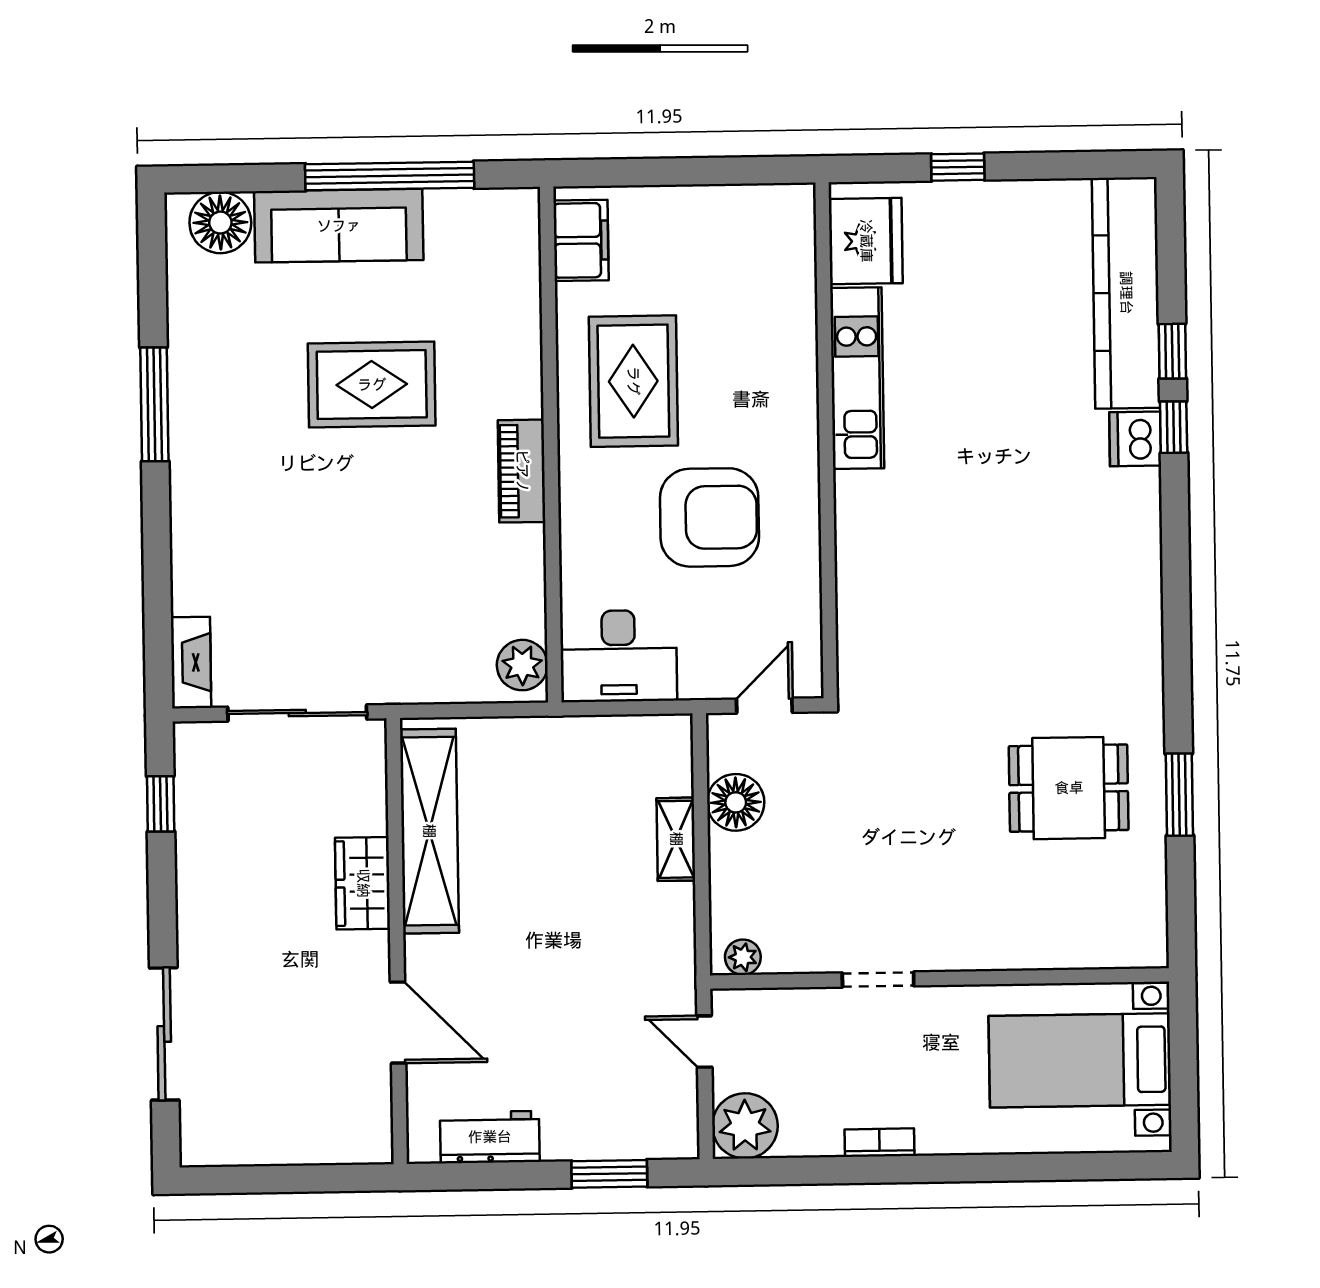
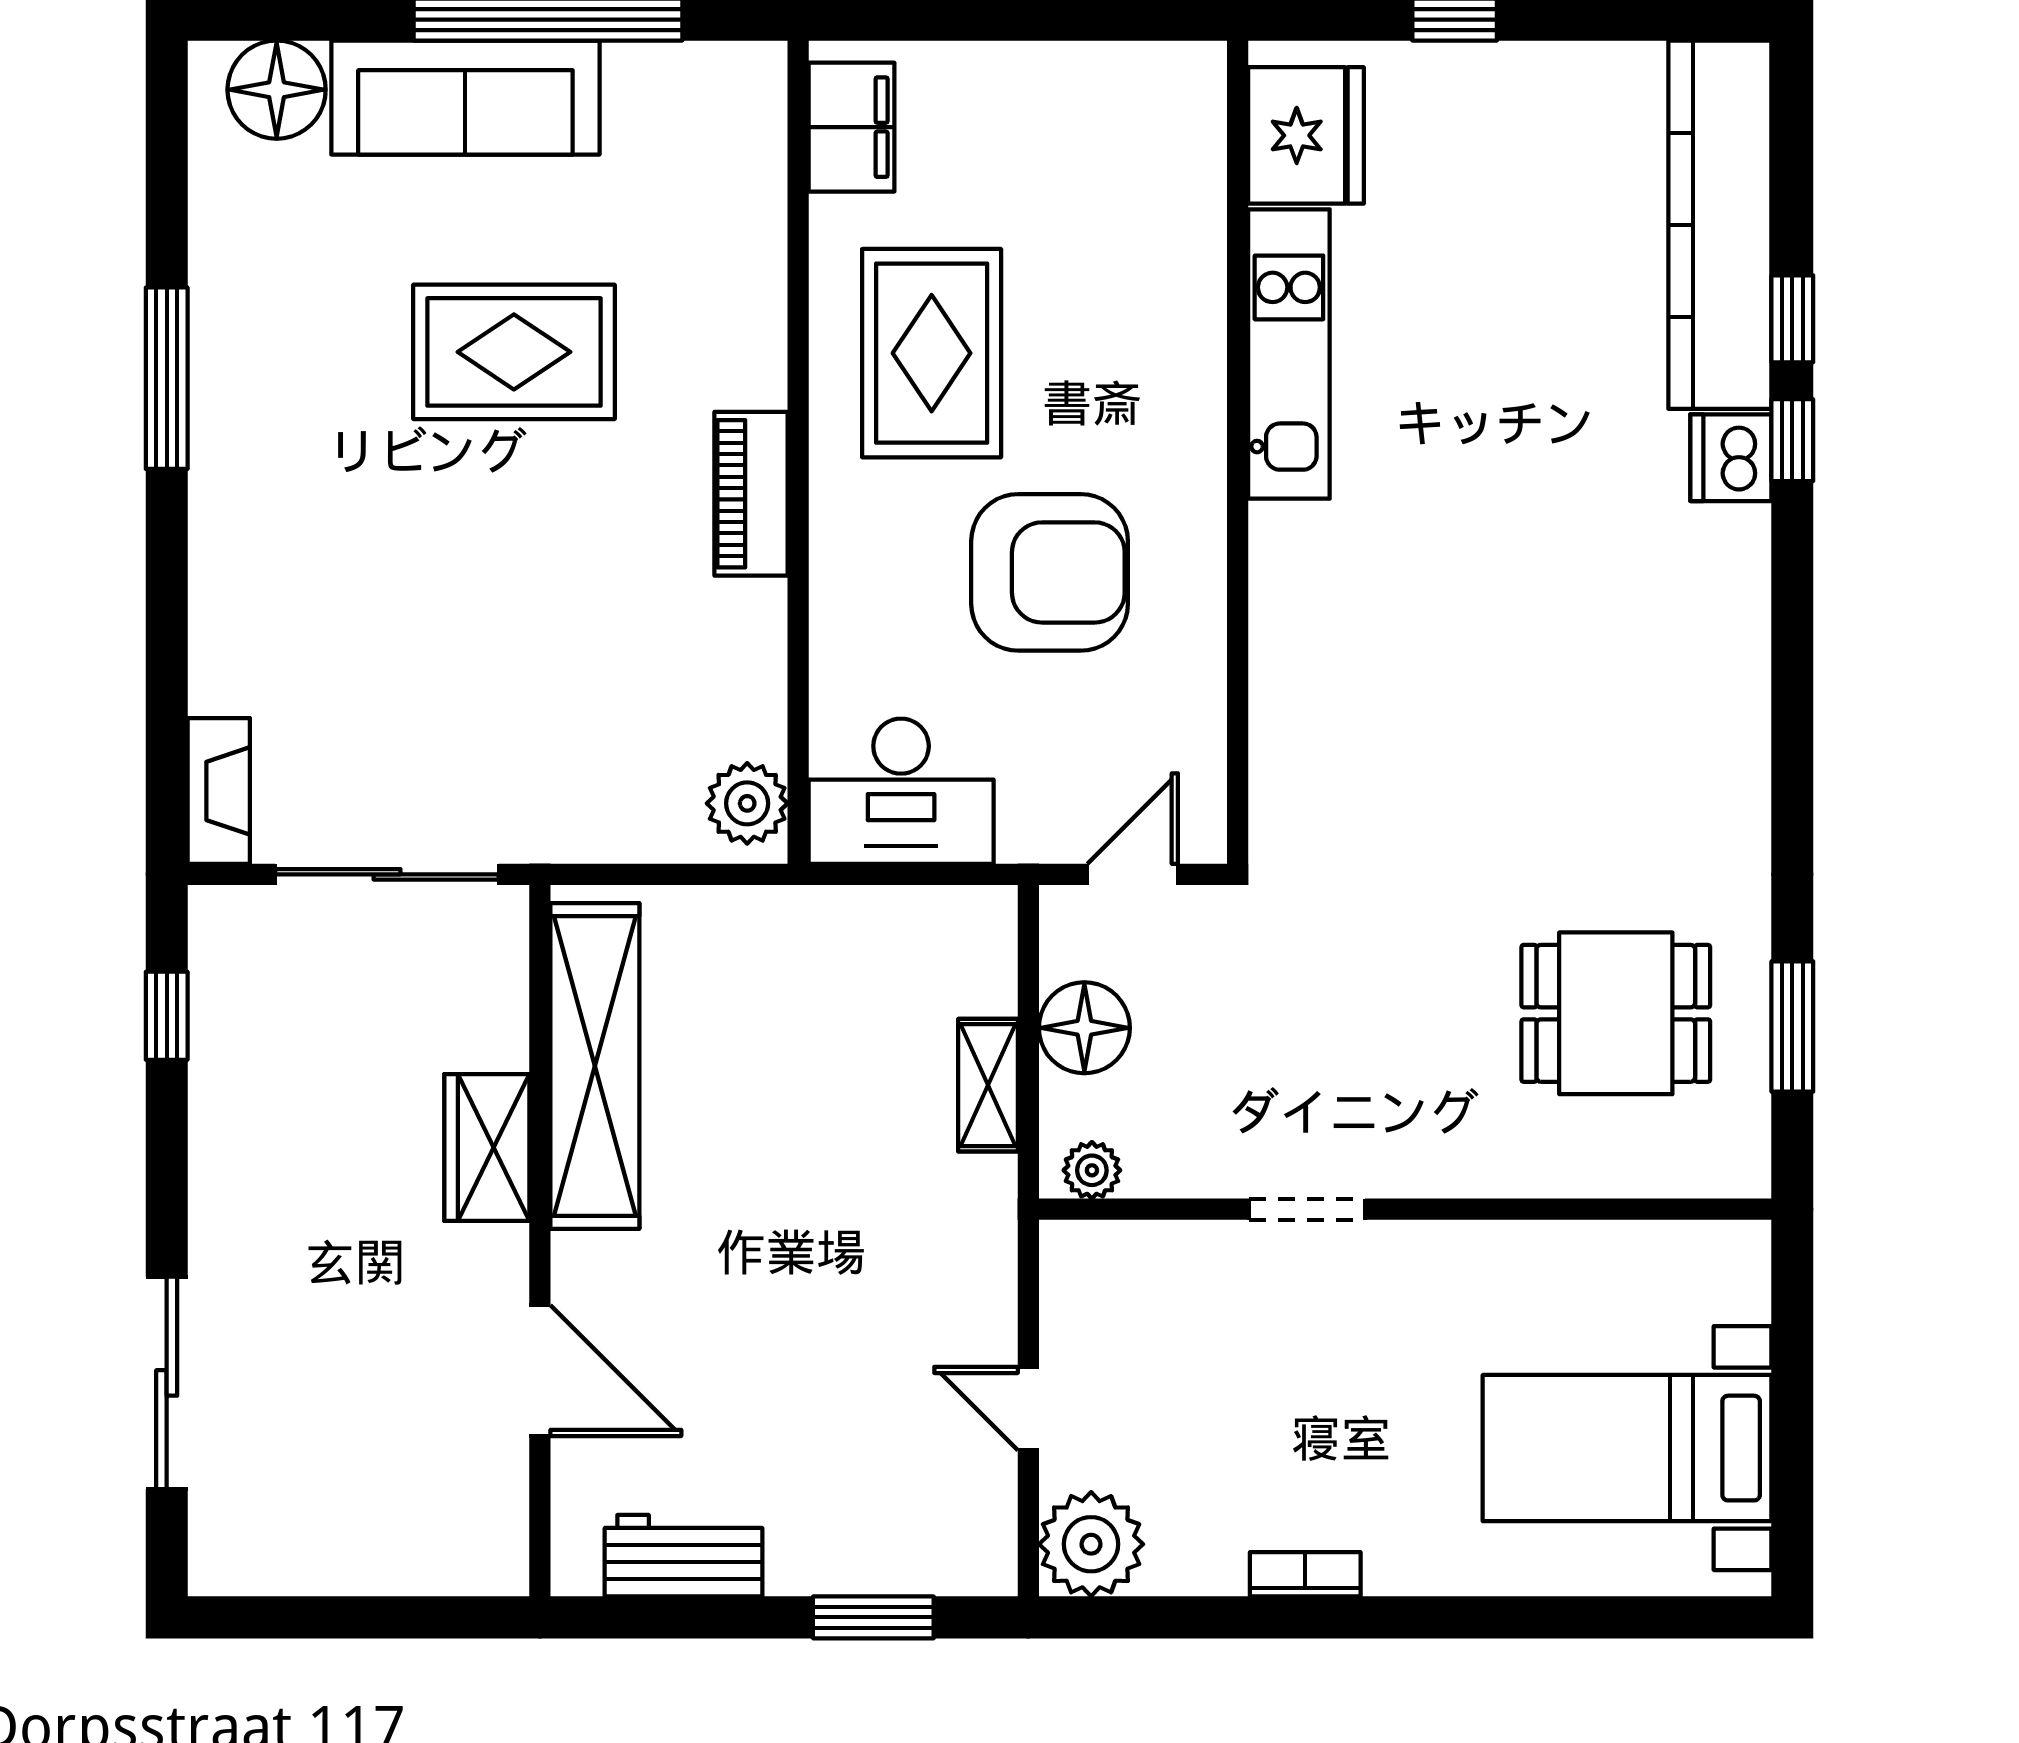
plant: (743, 957) -> (1092, 1170), moved
wall: (939, 978) -> (1405, 1209), moved
doorway: (878, 979) -> (1307, 1209), moved

